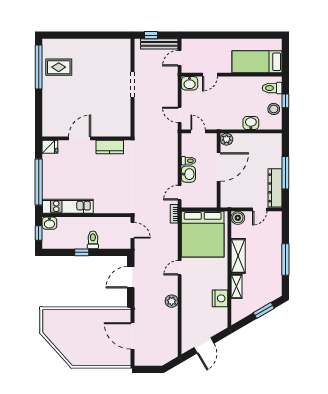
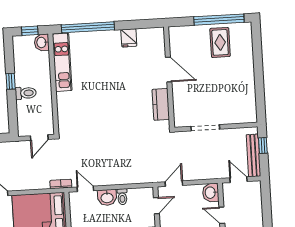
door: (80, 138) -> (169, 69), moved
wall: (86, 138) -> (169, 77), moved
kitchen counter: (110, 147) -> (161, 104), moved

